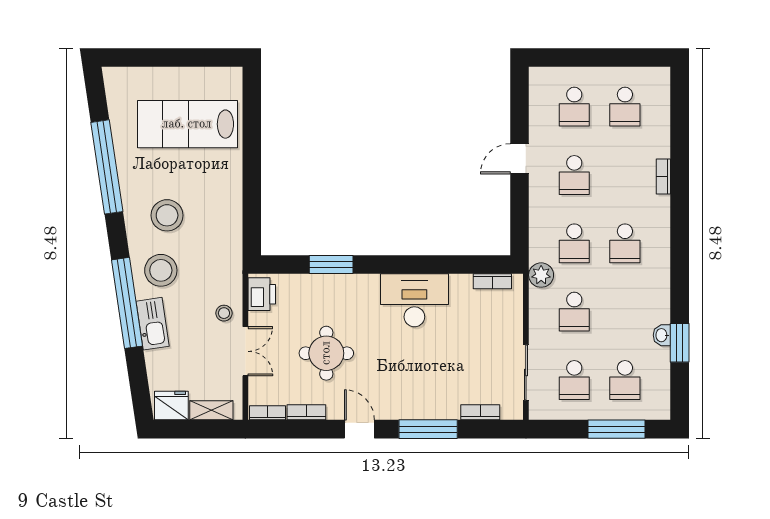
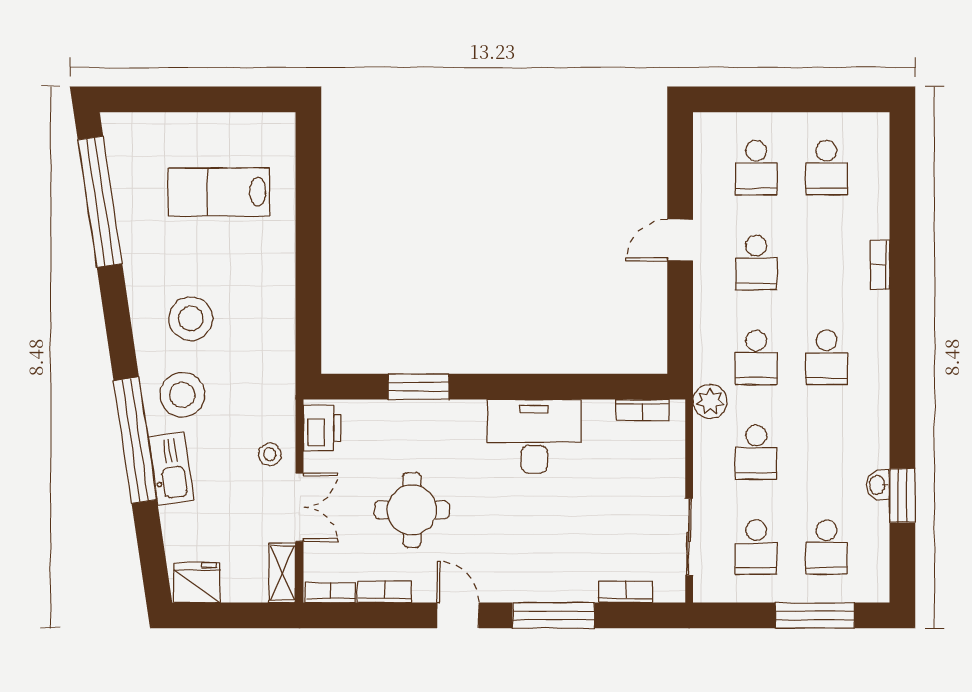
lab bench: (187, 124) -> (219, 192), width x0.73, depth x0.72
window: (107, 167) -> (100, 202), moved
shelving: (211, 410) -> (282, 573), moved, turned 90

